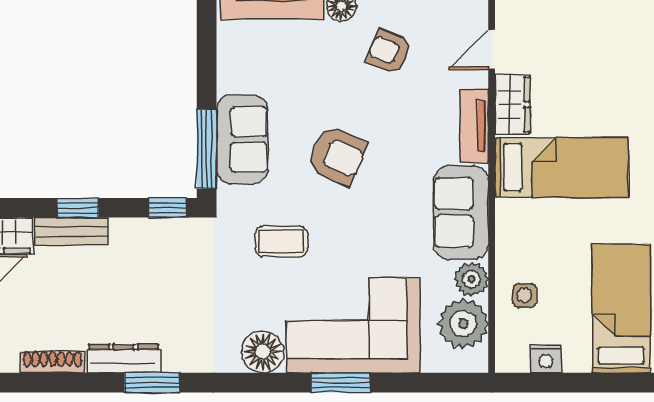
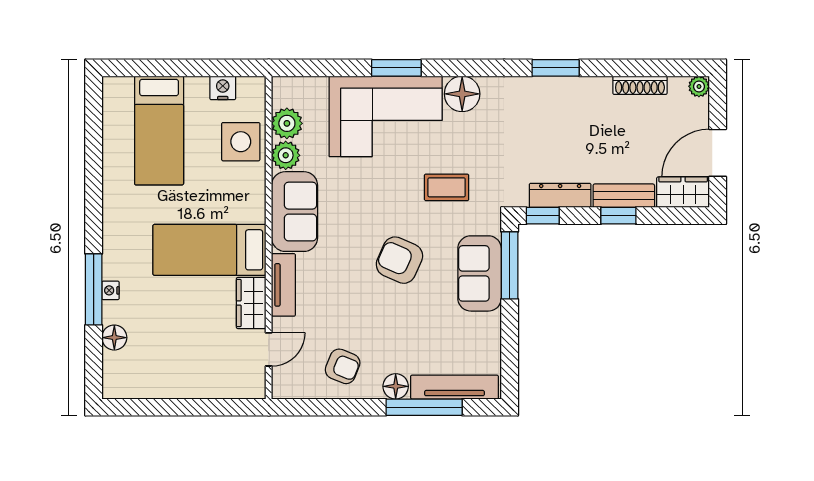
armchair: (389, 52) -> (343, 366), moved
side table: (525, 295) -> (241, 142), width x1.87, depth x1.87
plant: (463, 324) -> (287, 123), width x0.73, depth x0.73
dresser: (124, 359) -> (560, 195), moved, turned 180

